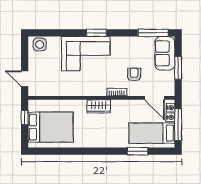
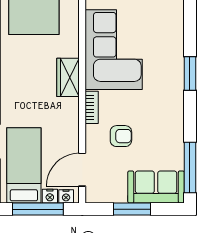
corner sofa: (86, 54) -> (114, 50), moved, turned 180

